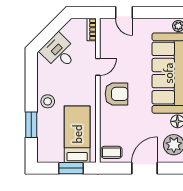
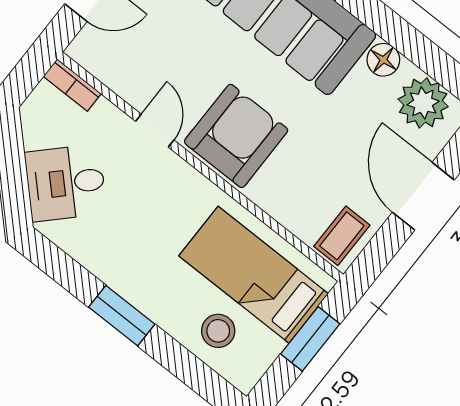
armchair: (117, 94) -> (236, 136), width x1.36, depth x1.36
stool: (48, 101) -> (218, 331), moved
window: (31, 125) -> (122, 316), moved

